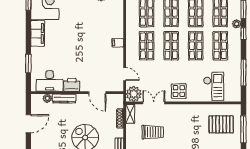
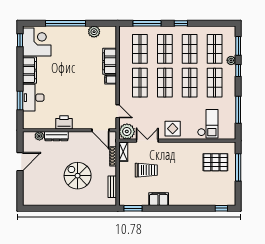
filing cabinet: (117, 25) -> (110, 61), added
desk: (50, 81) -> (33, 98), moved, turned 90
door: (97, 93) -> (100, 130), moved

